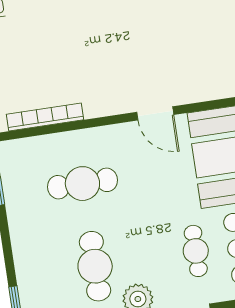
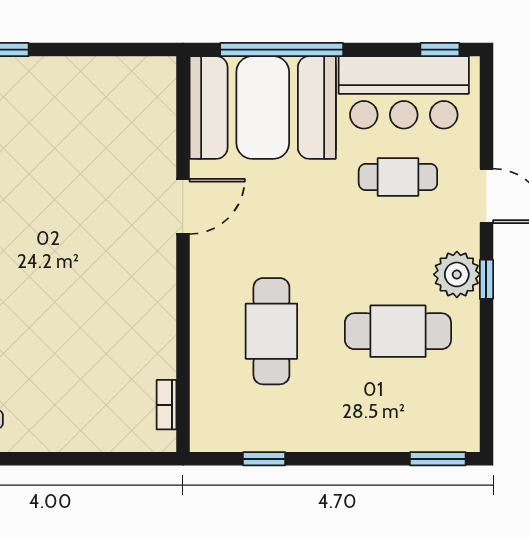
bookcase: (45, 117) -> (166, 405), width x0.43, depth x0.76

